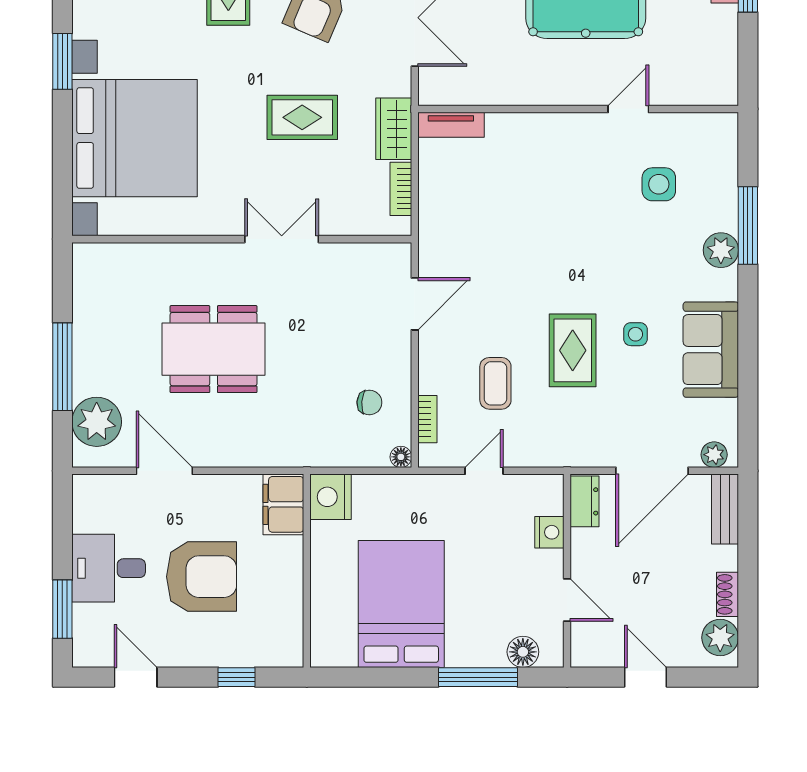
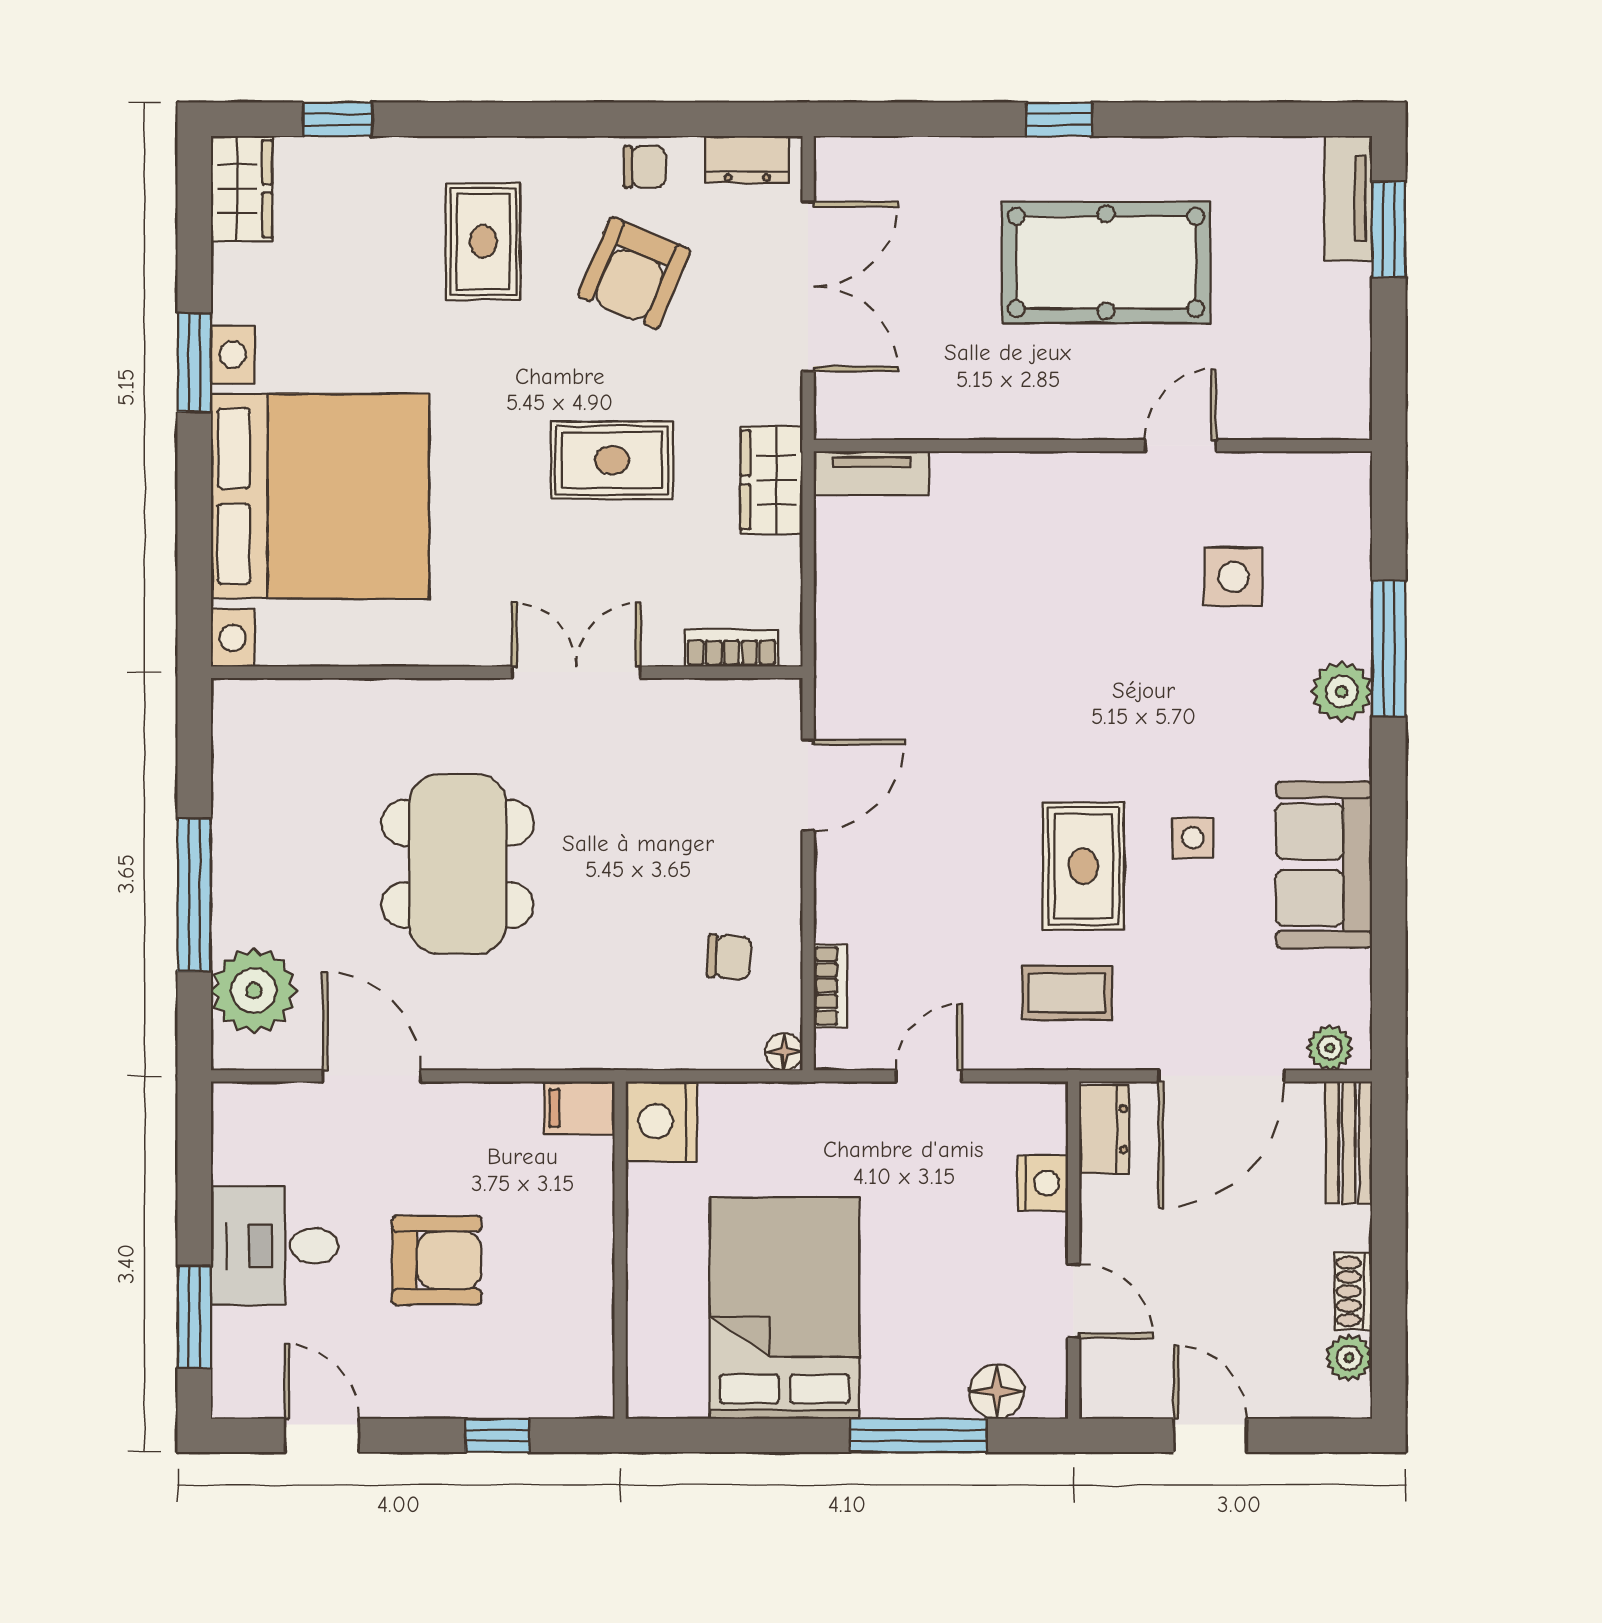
bookcase: (401, 189) -> (731, 648), moved, turned 90
dining table: (214, 349) -> (458, 864), turned 90
coffee table: (495, 383) -> (1067, 993), moved, turned 90
filing cabinet: (283, 504) -> (579, 1108), width x0.50
armchair: (202, 577) -> (437, 1260), width x0.73, depth x0.73
plant: (720, 638) -> (1349, 1358), width x0.73, depth x0.73

